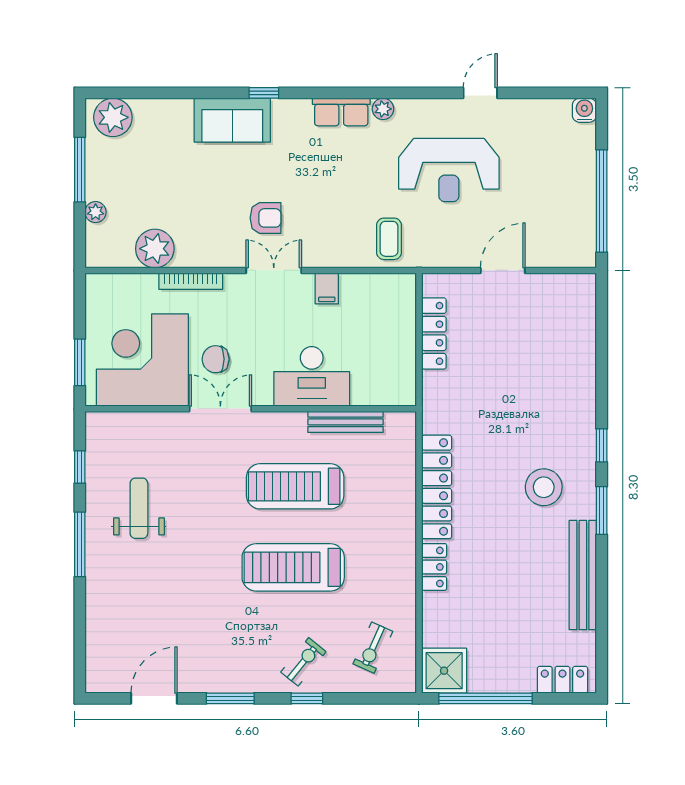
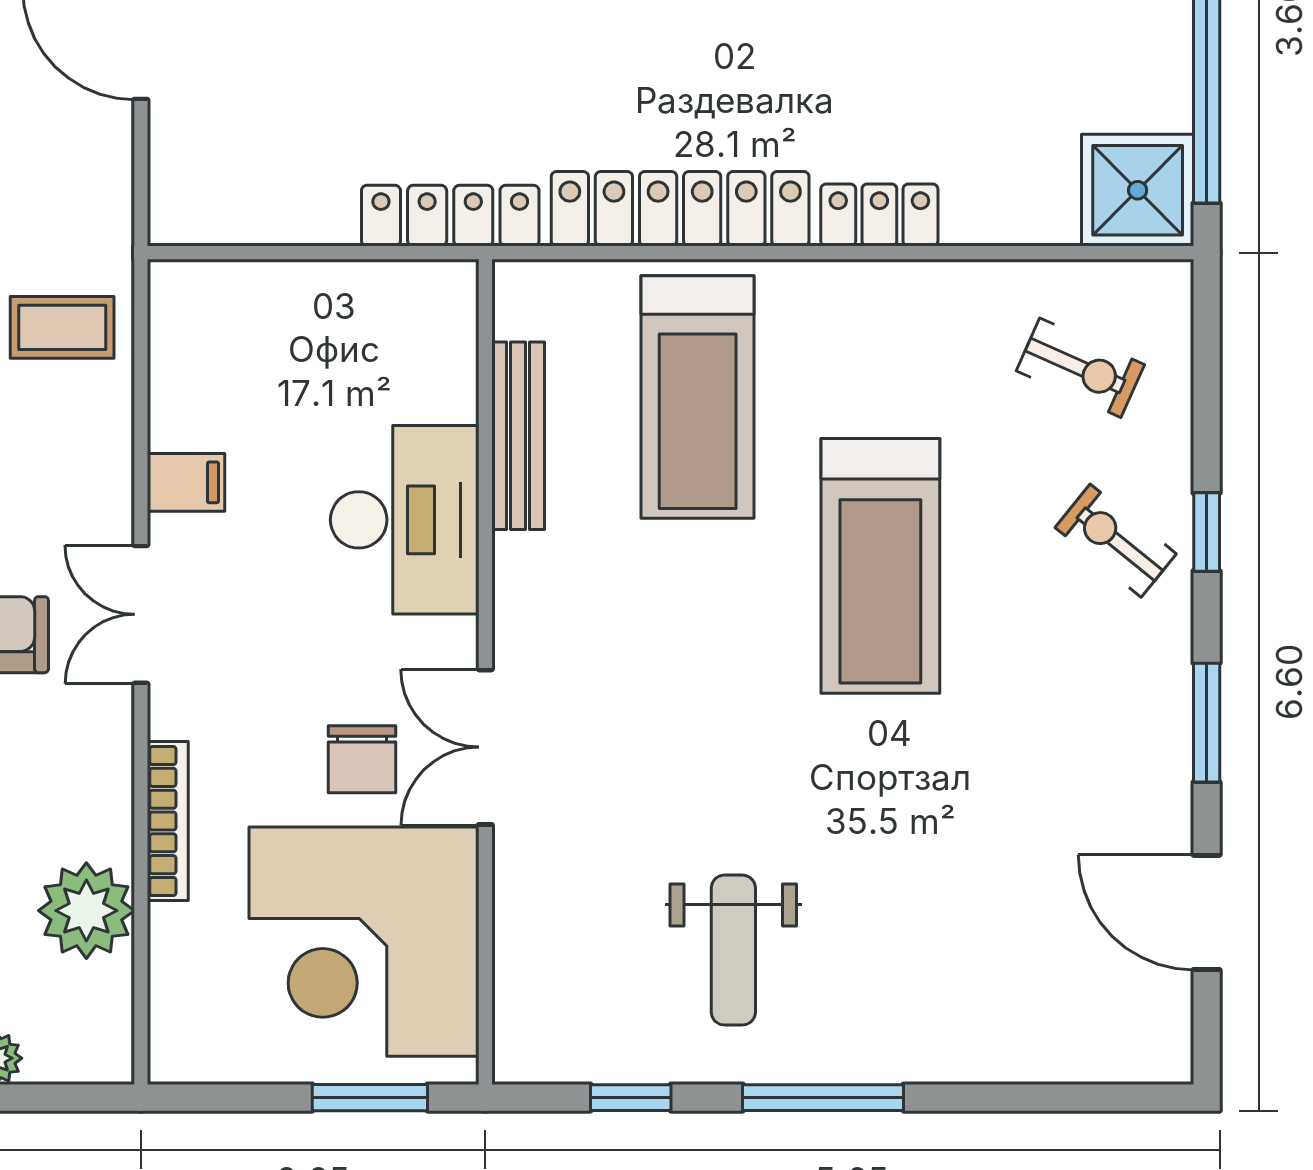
locker: (434, 333) -> (450, 216), moved
treadmill: (295, 486) -> (698, 397), moved
weight bench: (139, 508) -> (733, 950), turned -90

